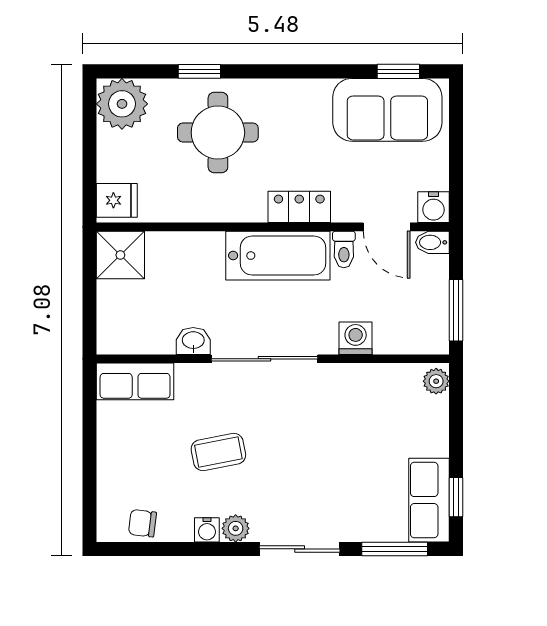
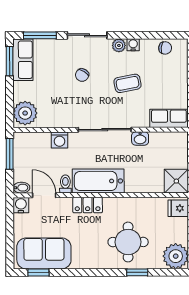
plant: (436, 381) -> (25, 113), width x1.88, depth x1.88
chair: (310, 469) -> (82, 75), added
window: (456, 497) -> (9, 61), width x1.50

